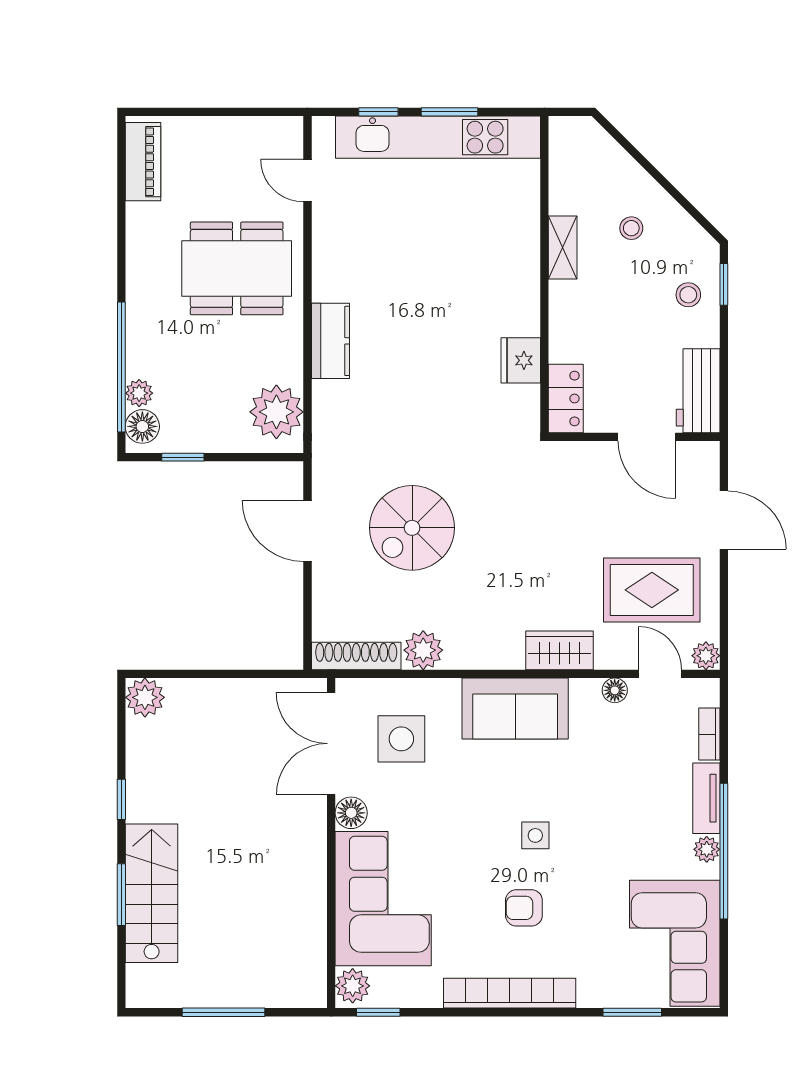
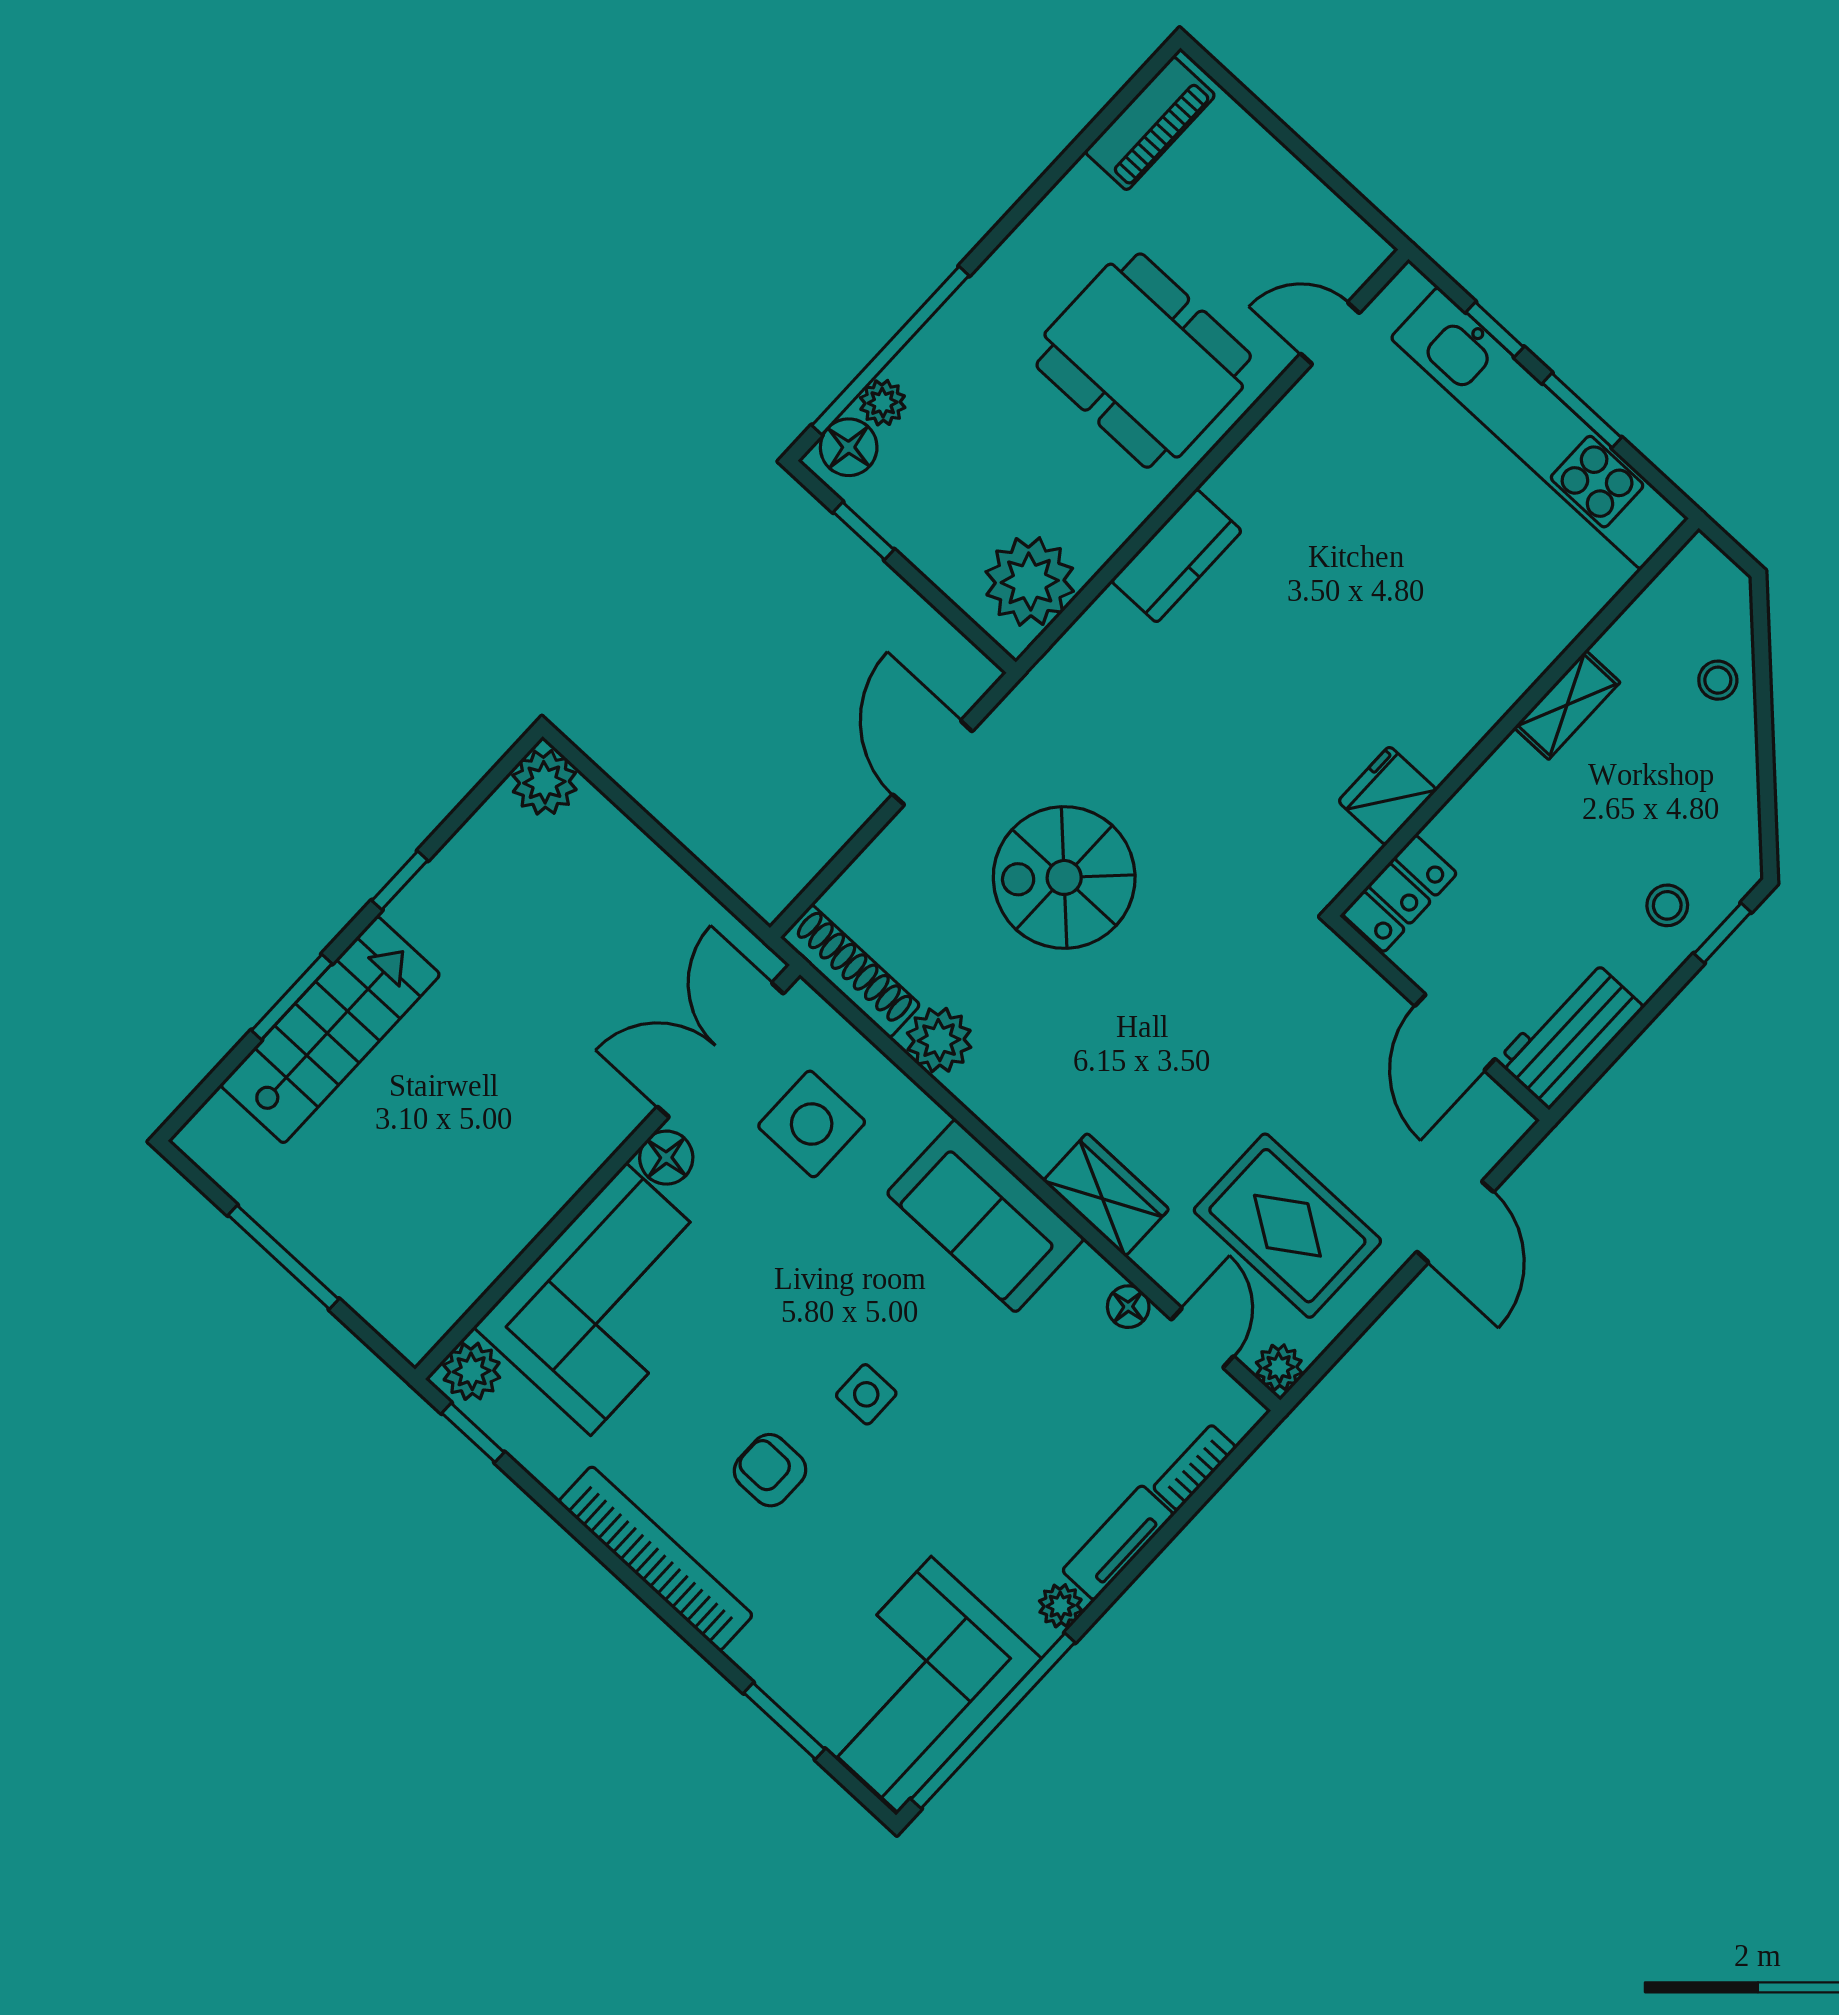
door: (307, 181) -> (1330, 333), hinge flipped
stool: (631, 228) -> (1718, 680), moved
window: (724, 851) -> (993, 1721), moved

